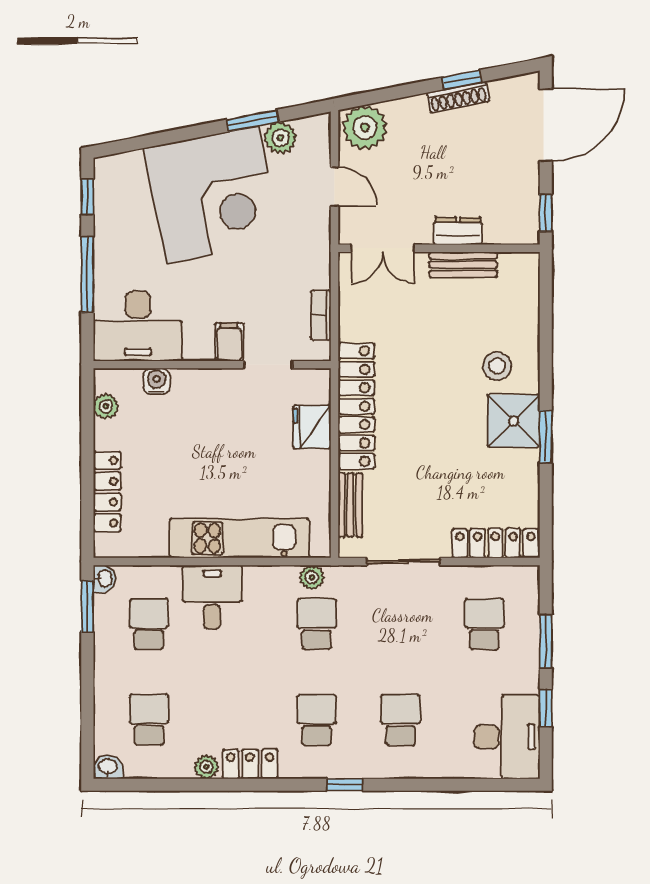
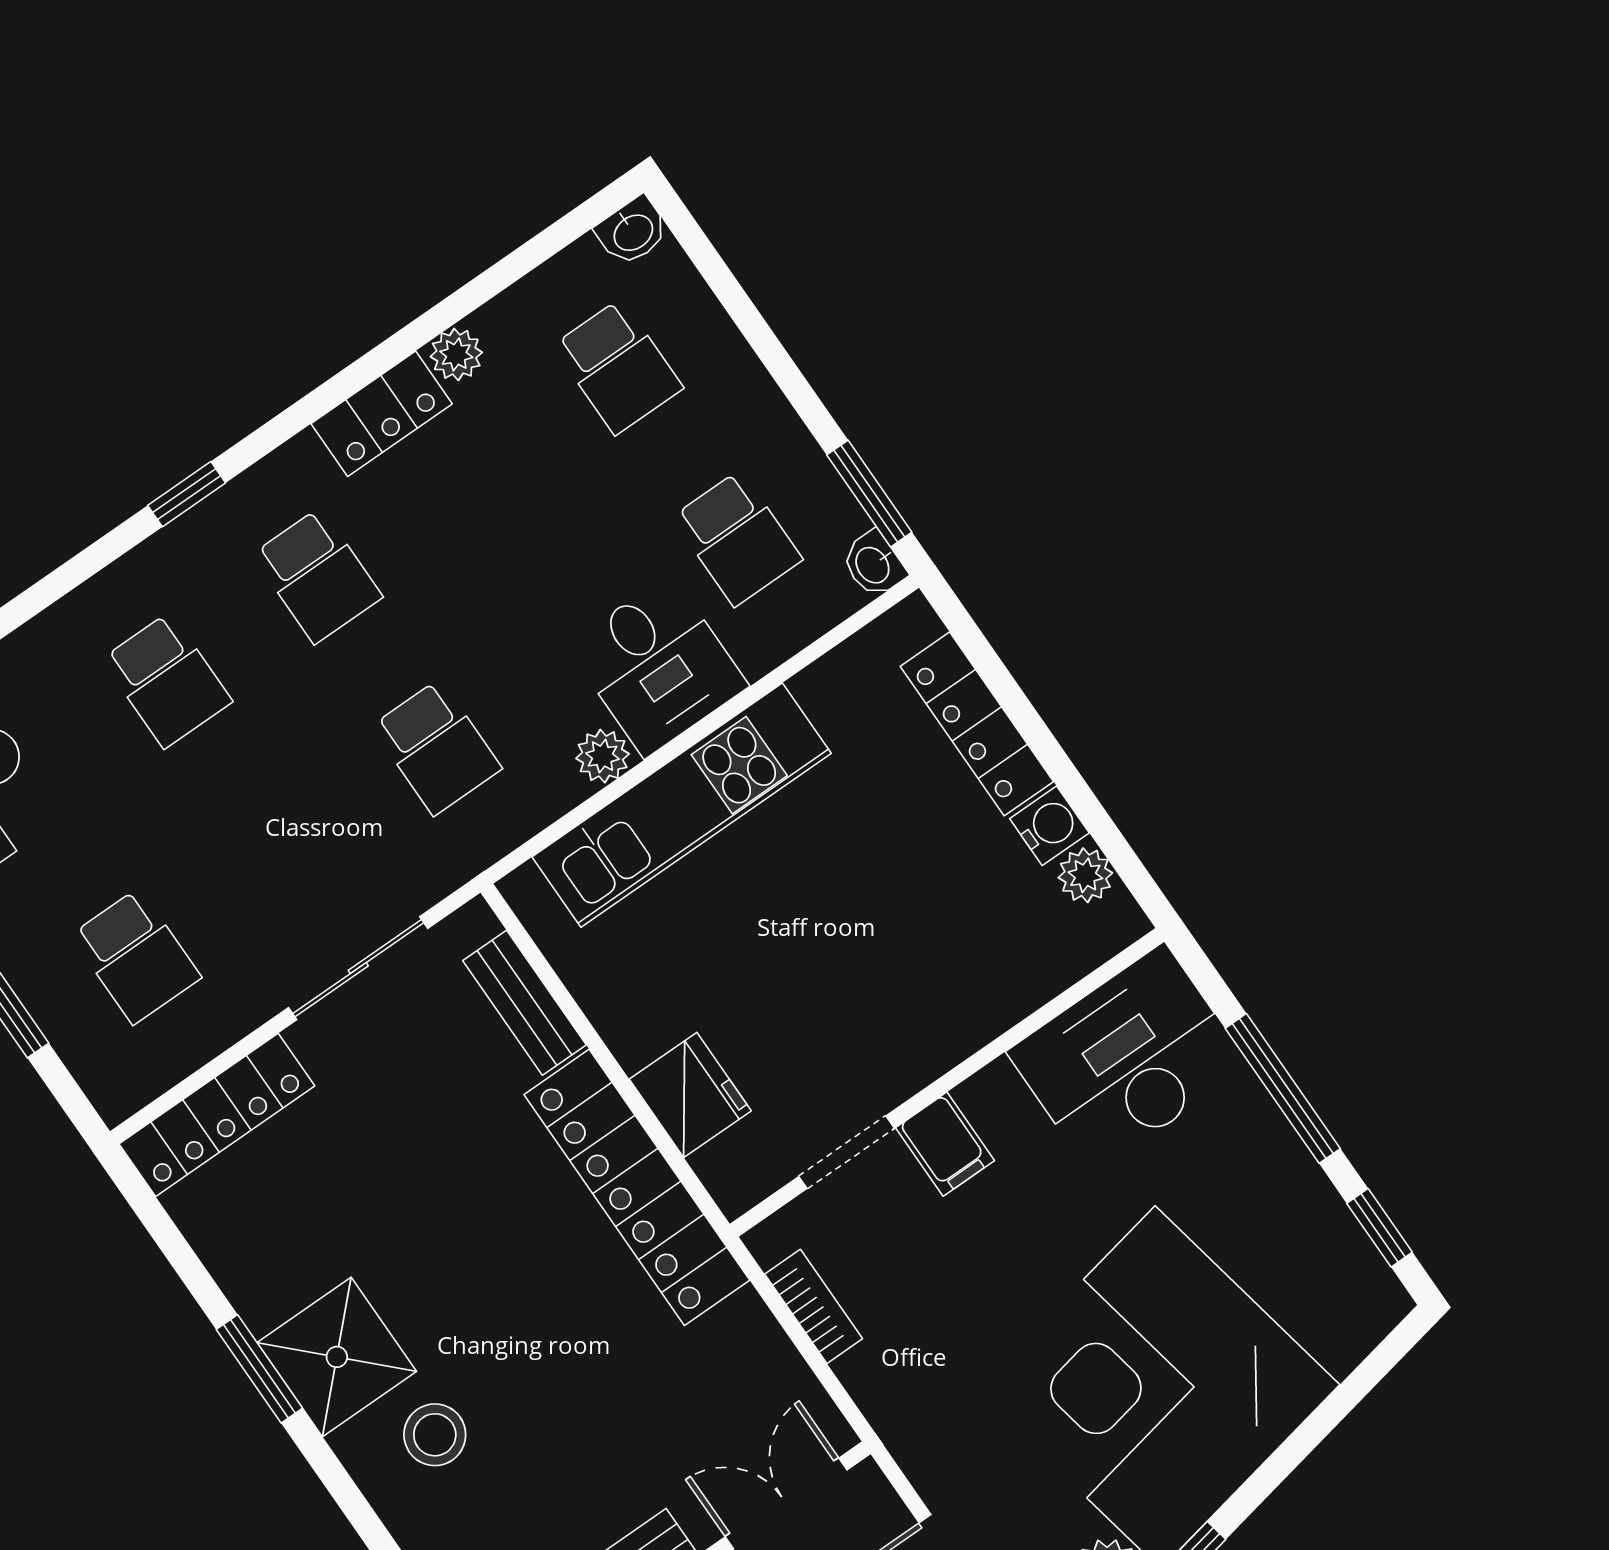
water cooler: (157, 381) -> (1049, 826), moved, turned -90
plant: (312, 577) -> (603, 756), moved

